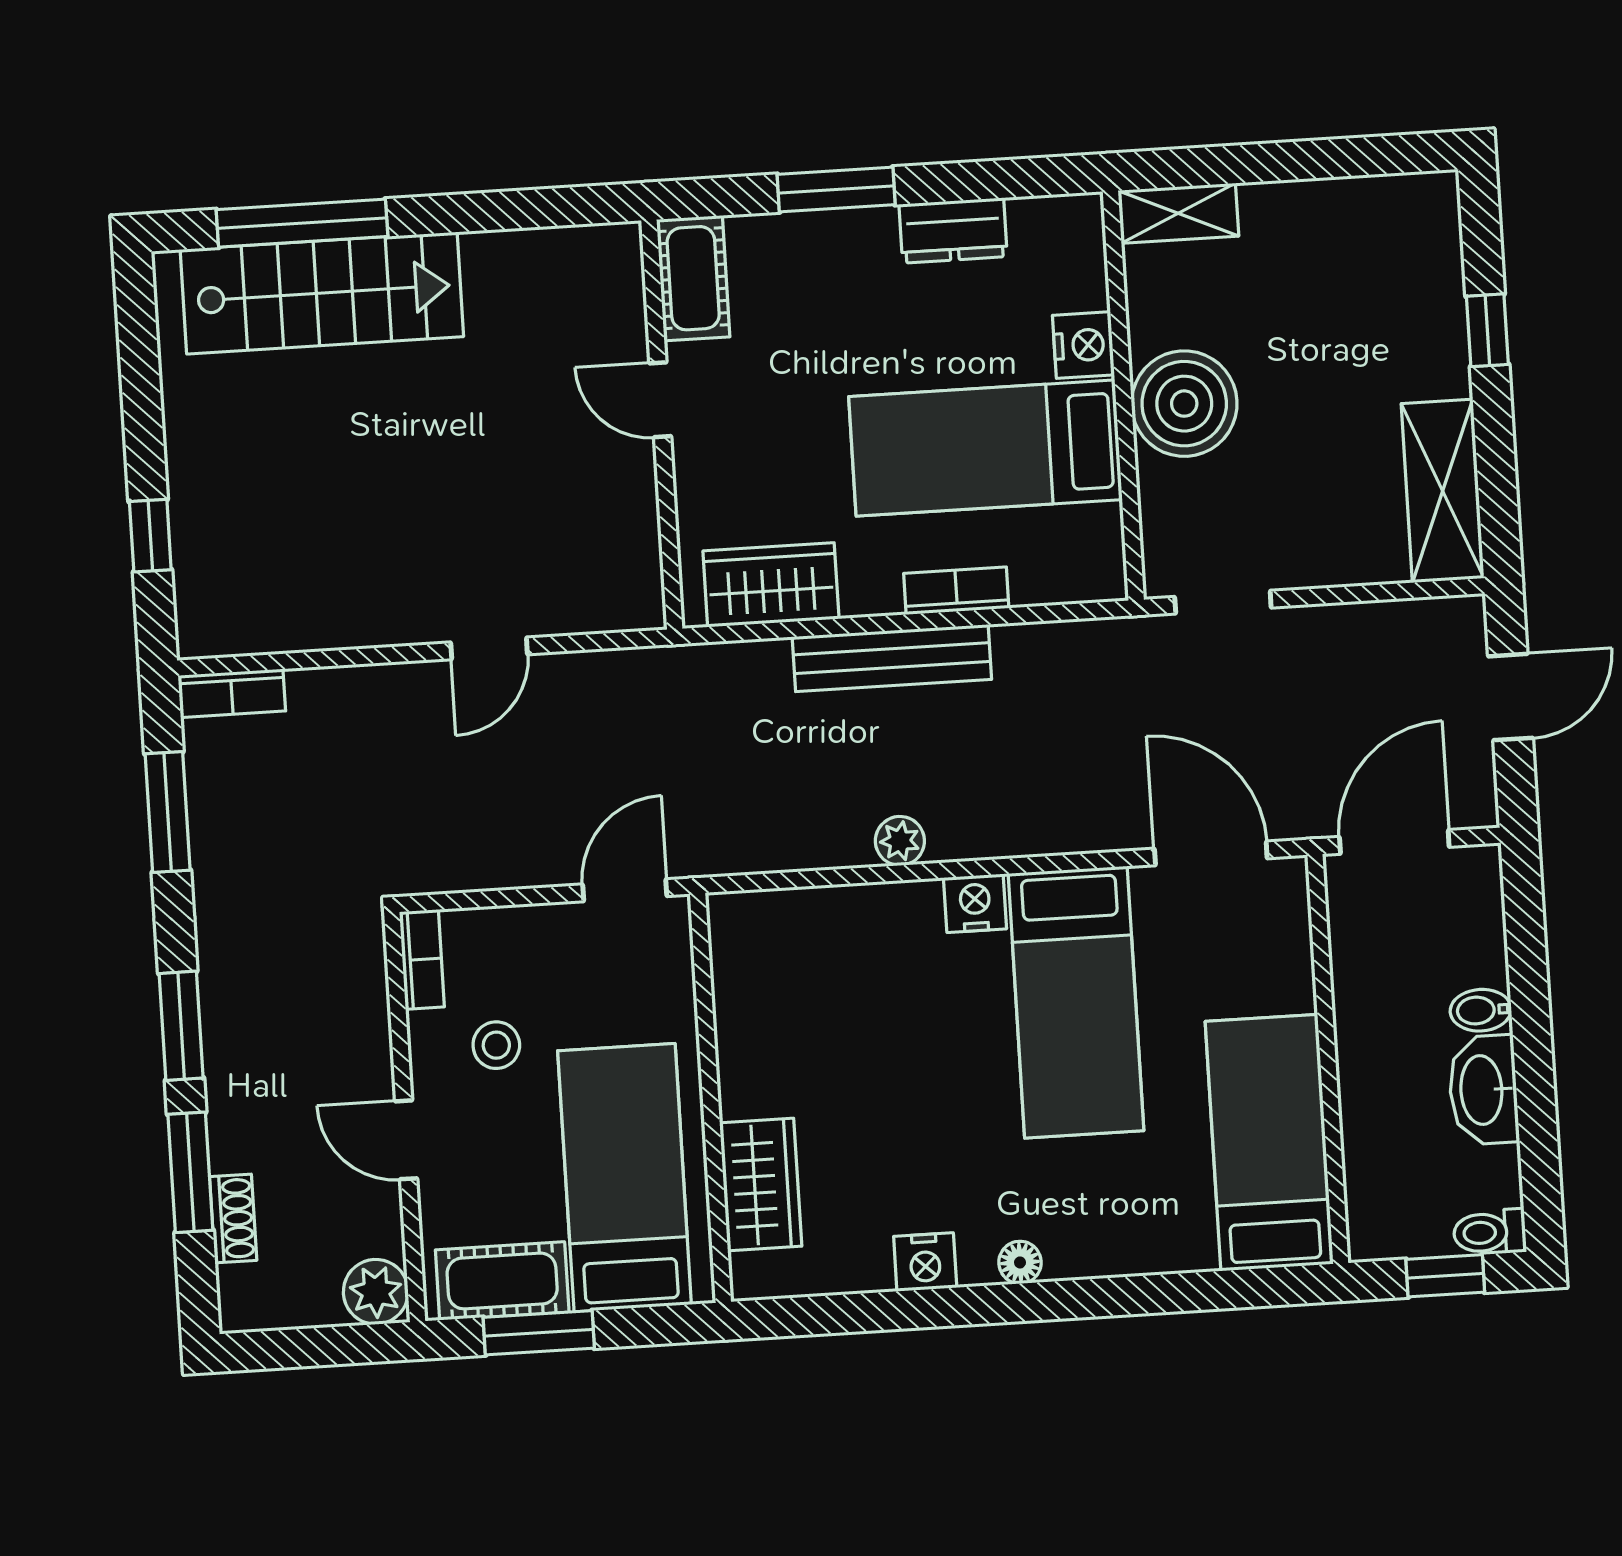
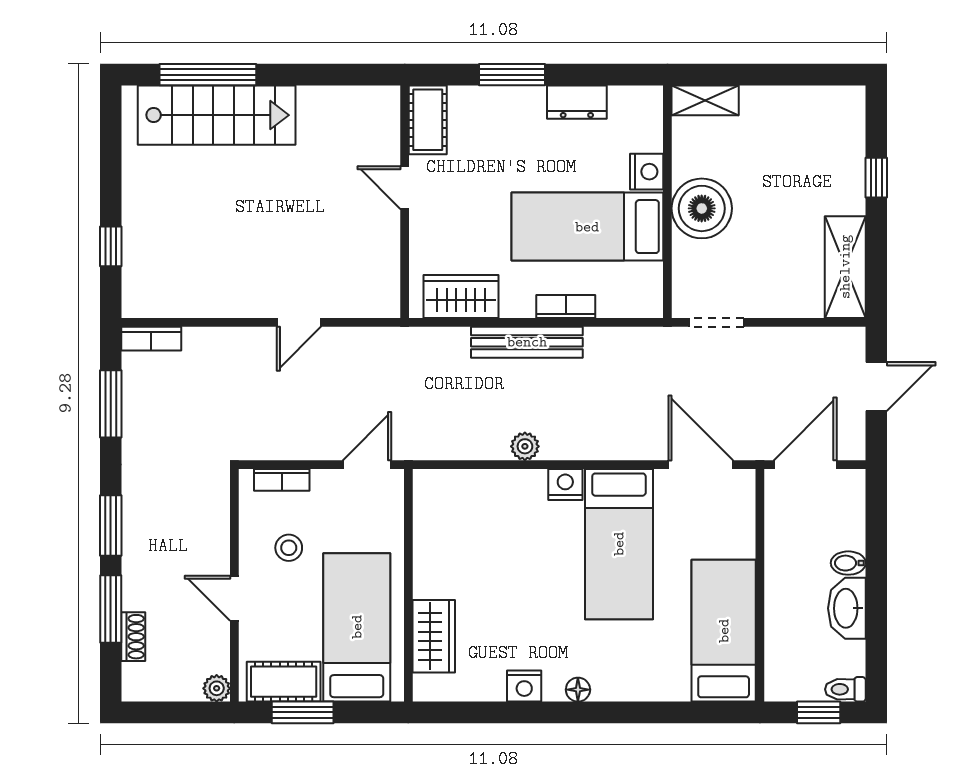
bookcase: (422, 959) -> (282, 480), moved, turned 90
plant: (376, 1292) -> (217, 688), width x0.73, depth x0.73

